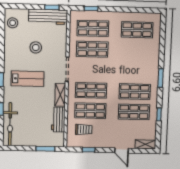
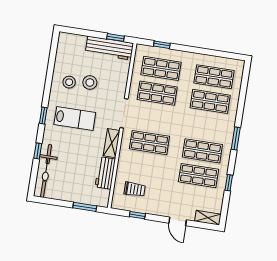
stool: (13, 23) -> (69, 82), moved
shop shelf: (90, 111) -> (210, 101), moved

